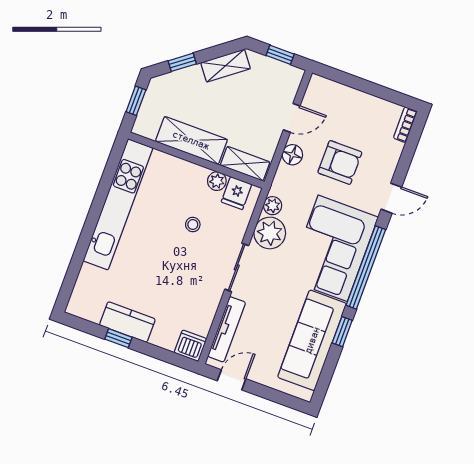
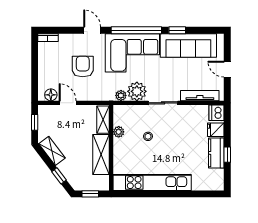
floor lamp: (292, 155) -> (51, 95), moved
fridge: (237, 193) -> (216, 130), moved, turned 180
door: (232, 380) -> (227, 69), moved

